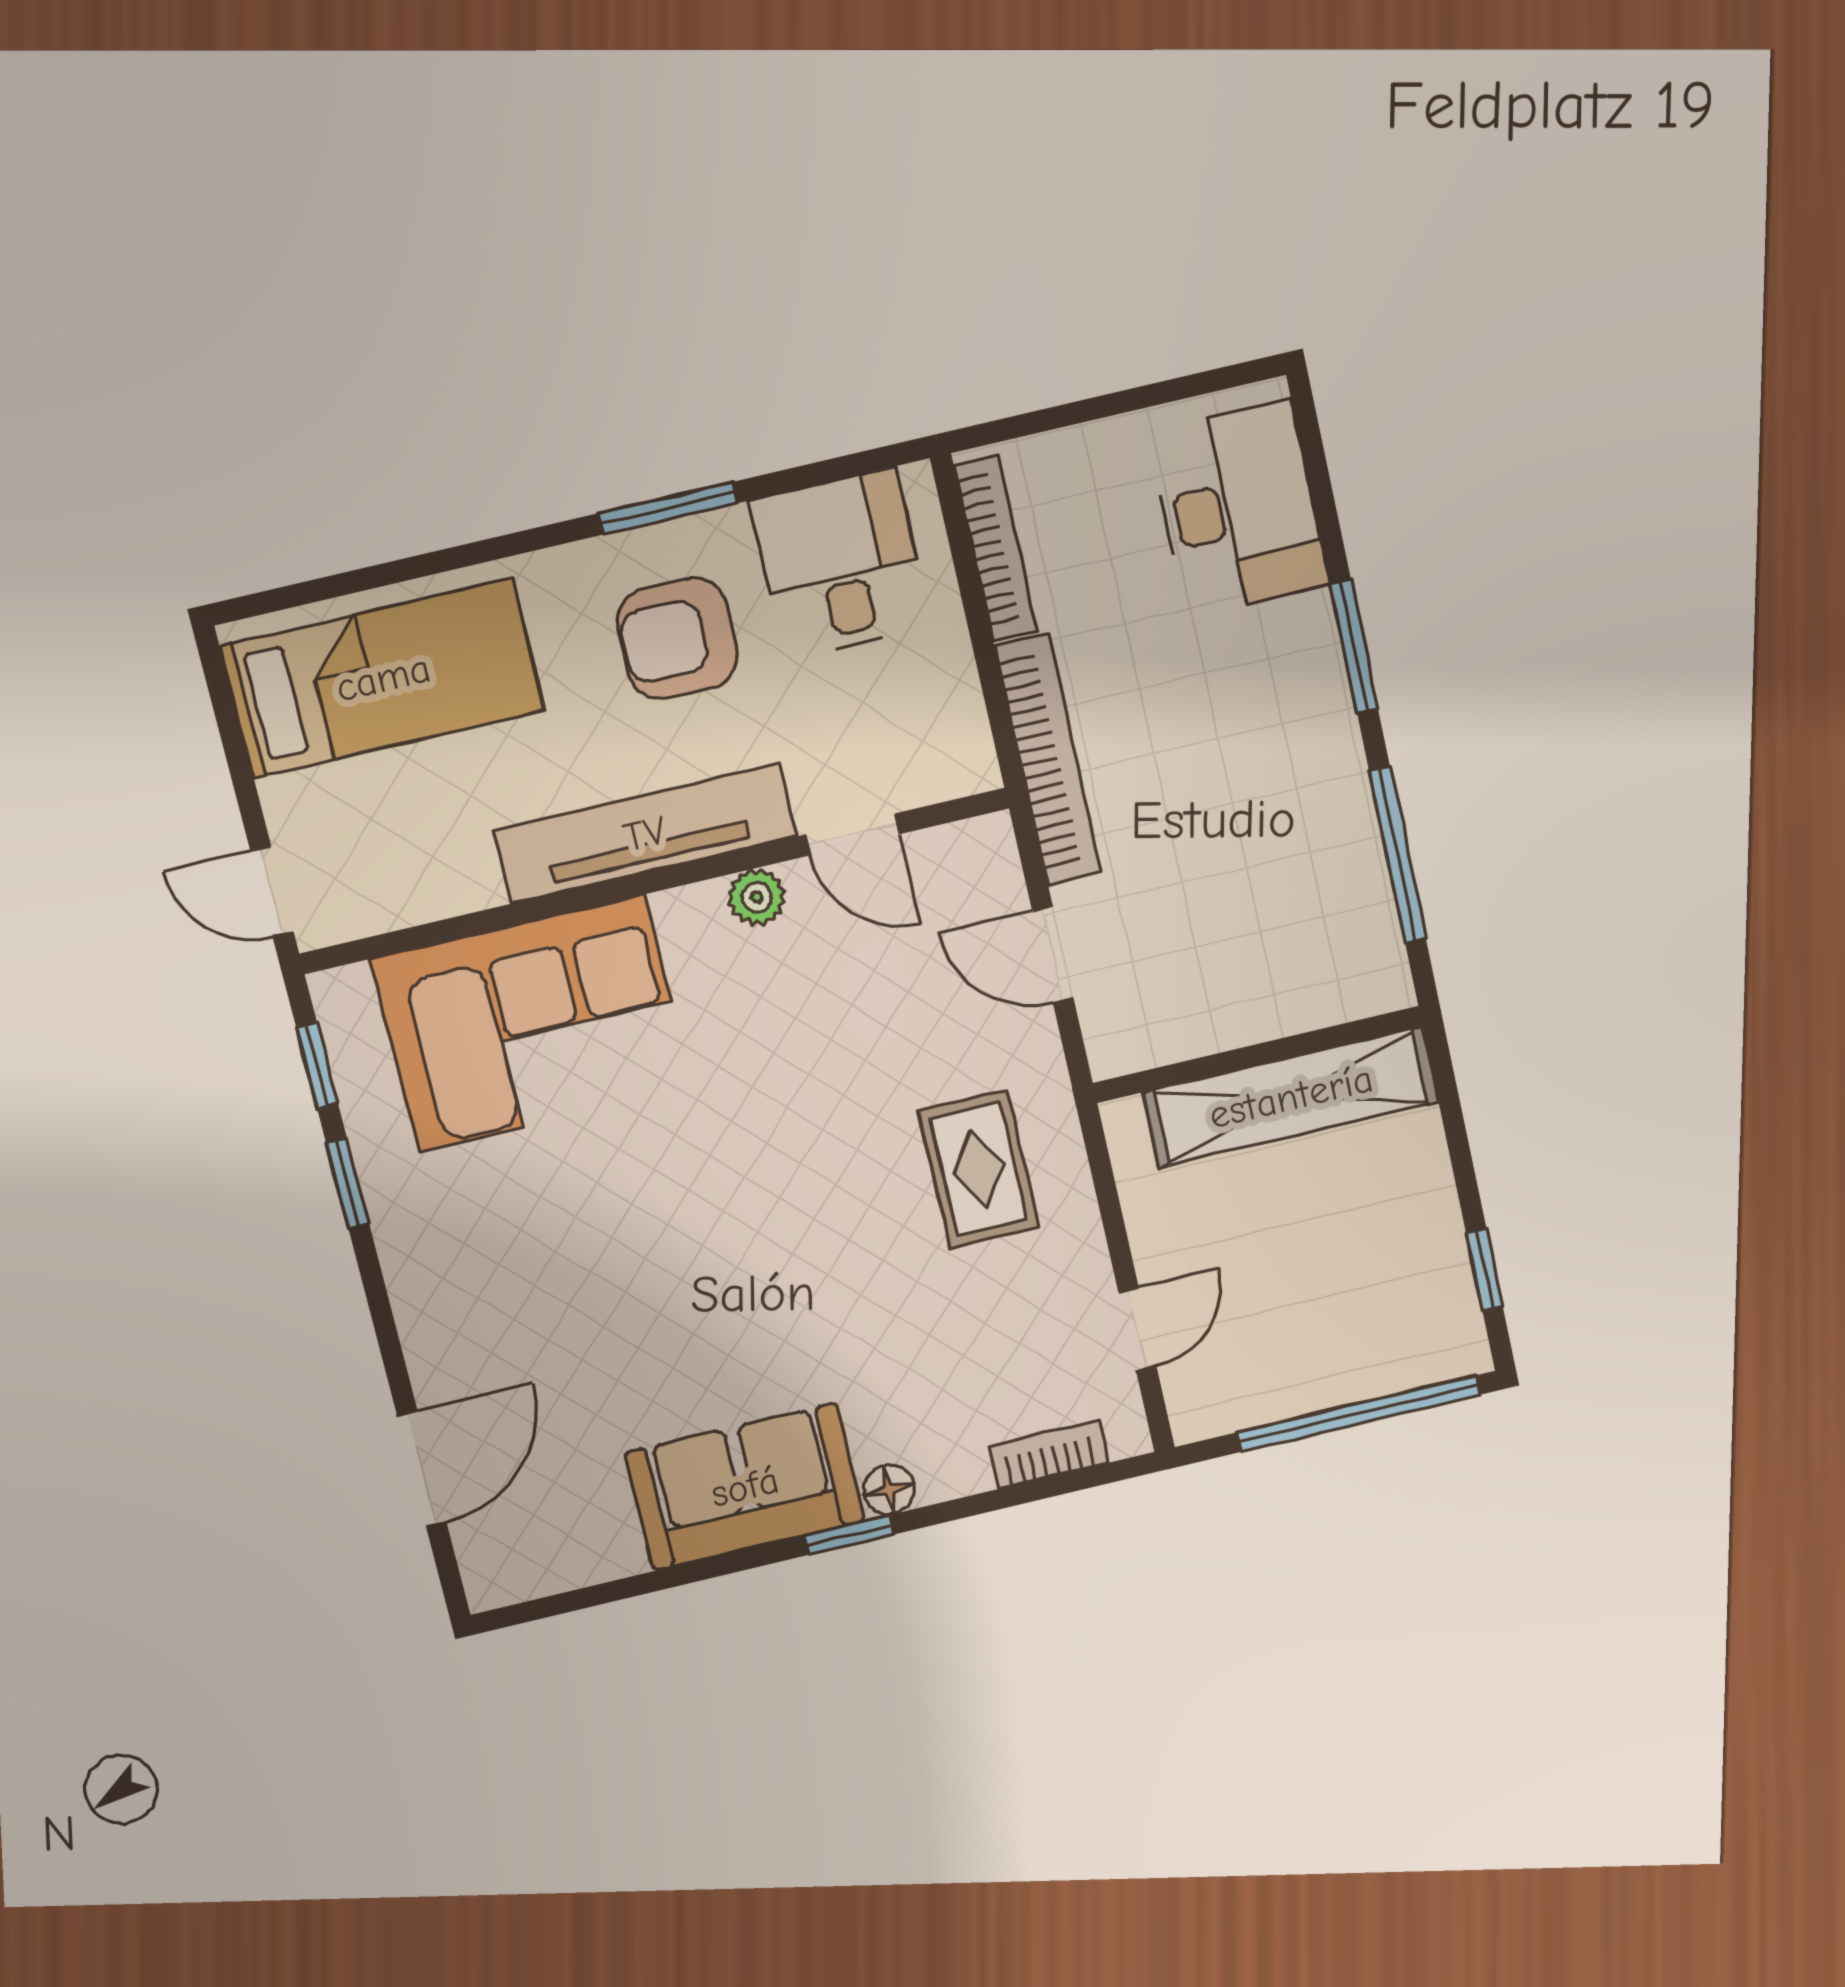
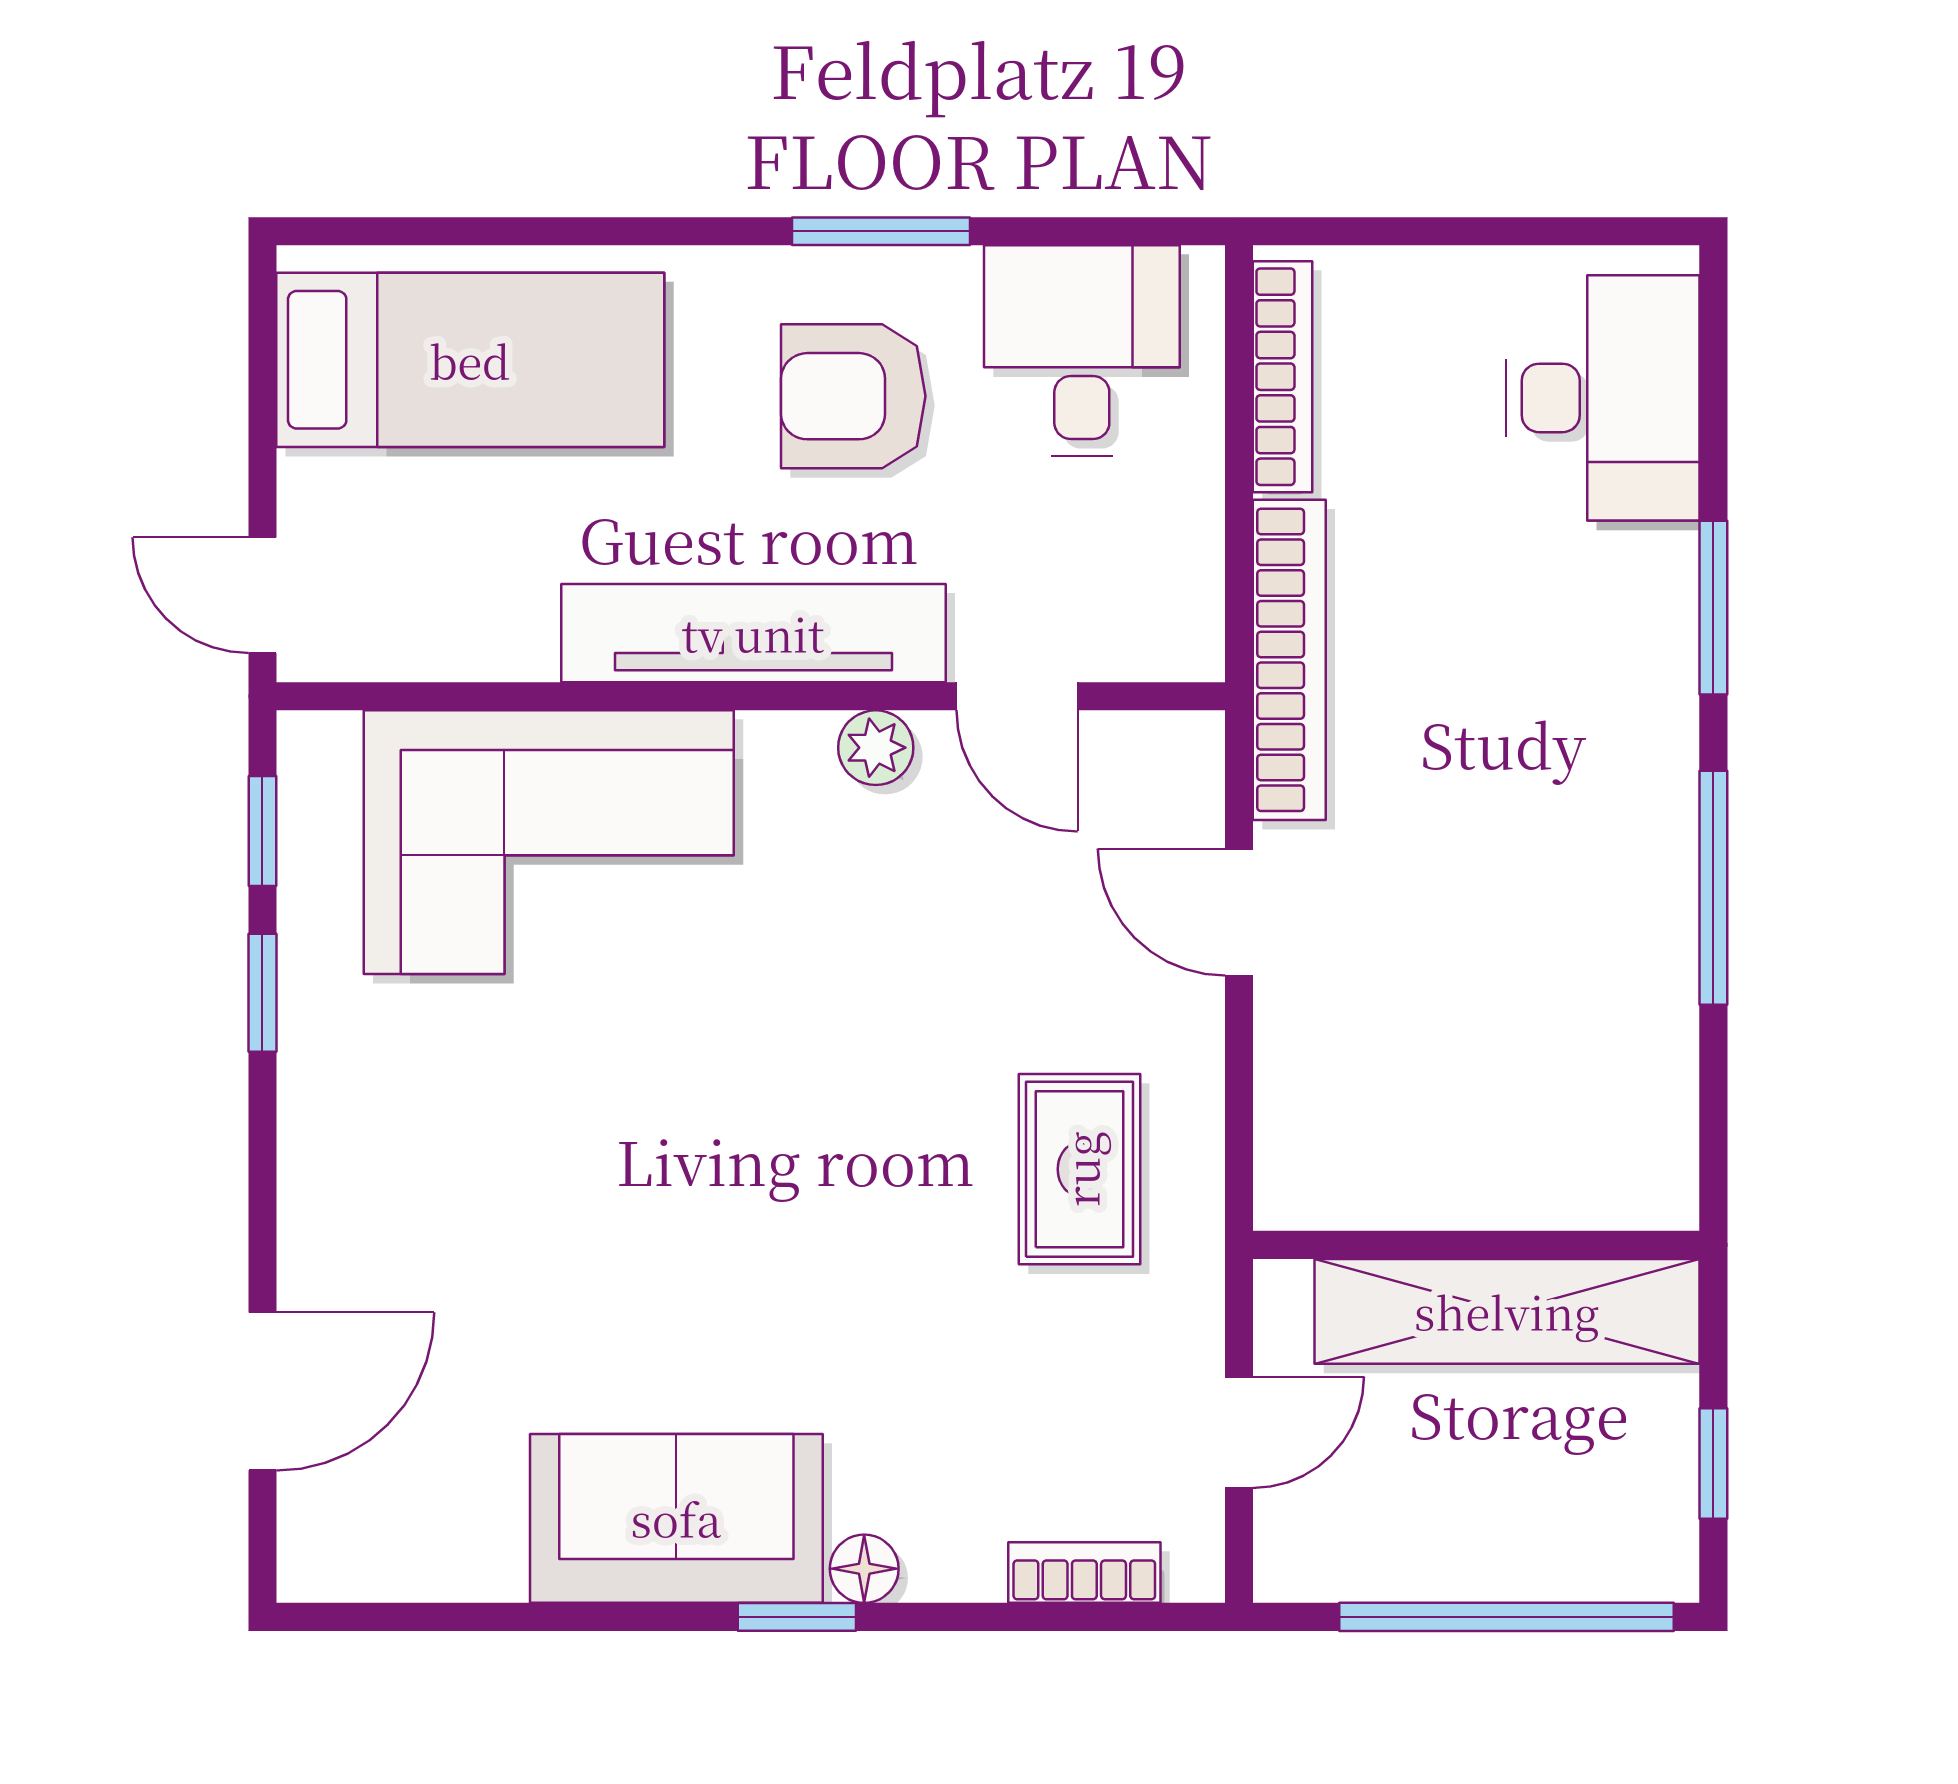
wall: (1258, 1054) -> (1476, 1245), moved
shelving: (1291, 1097) -> (1507, 1311), moved

